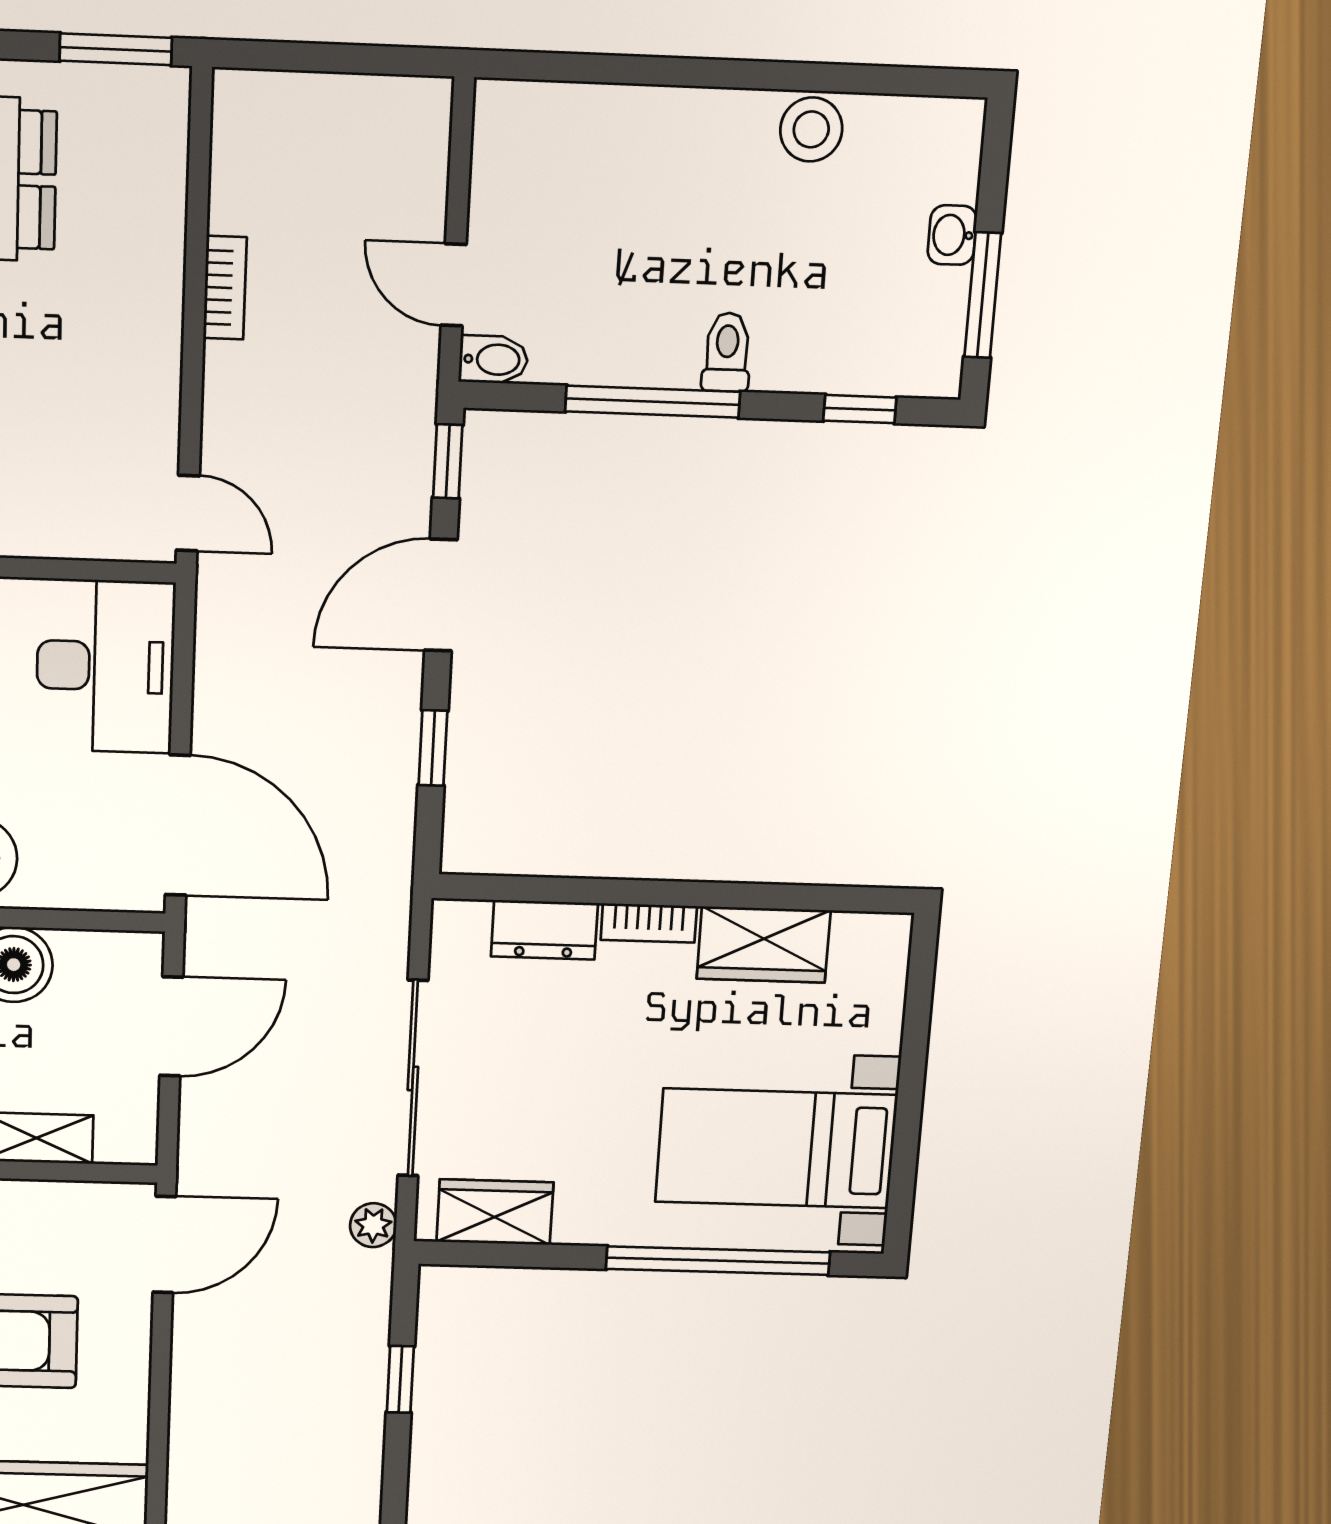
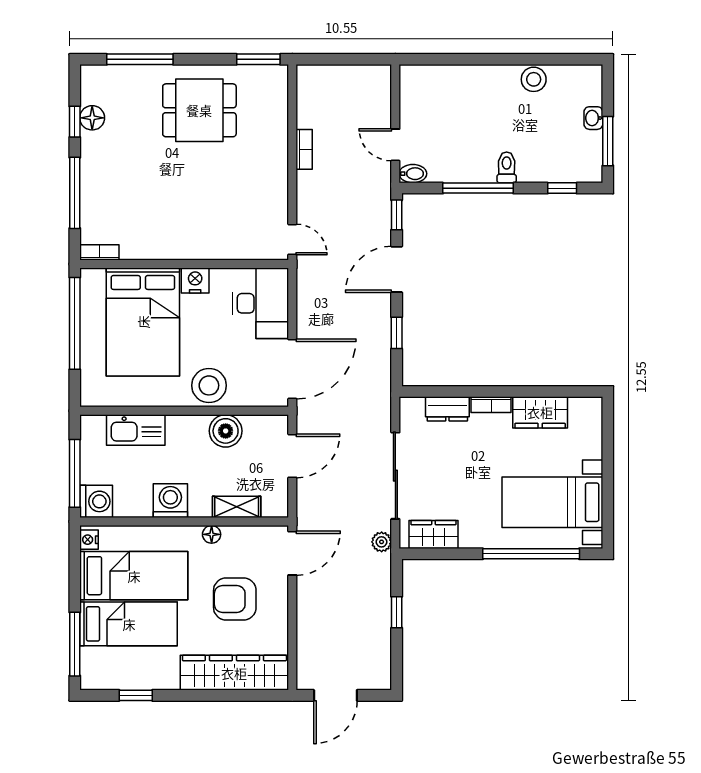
door: (178, 825) -> (292, 369), hinge flipped

